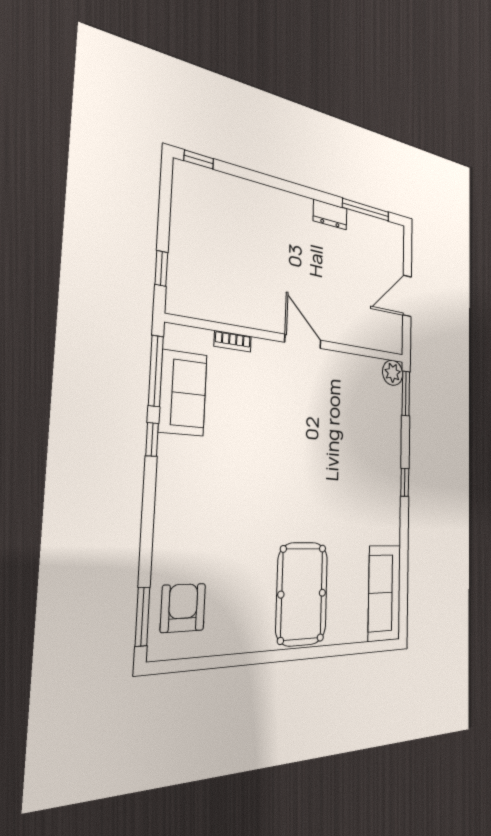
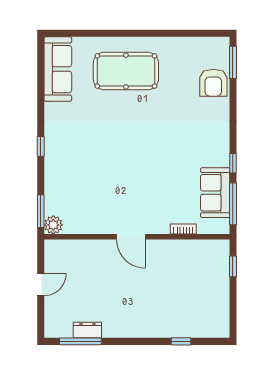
window: (199, 160) -> (181, 341), moved
dresser: (330, 215) -> (87, 330), moved
door: (407, 296) -> (41, 284), width x0.73
pool table: (302, 594) -> (126, 71), turned 90
armchair: (183, 608) -> (213, 83), moved

